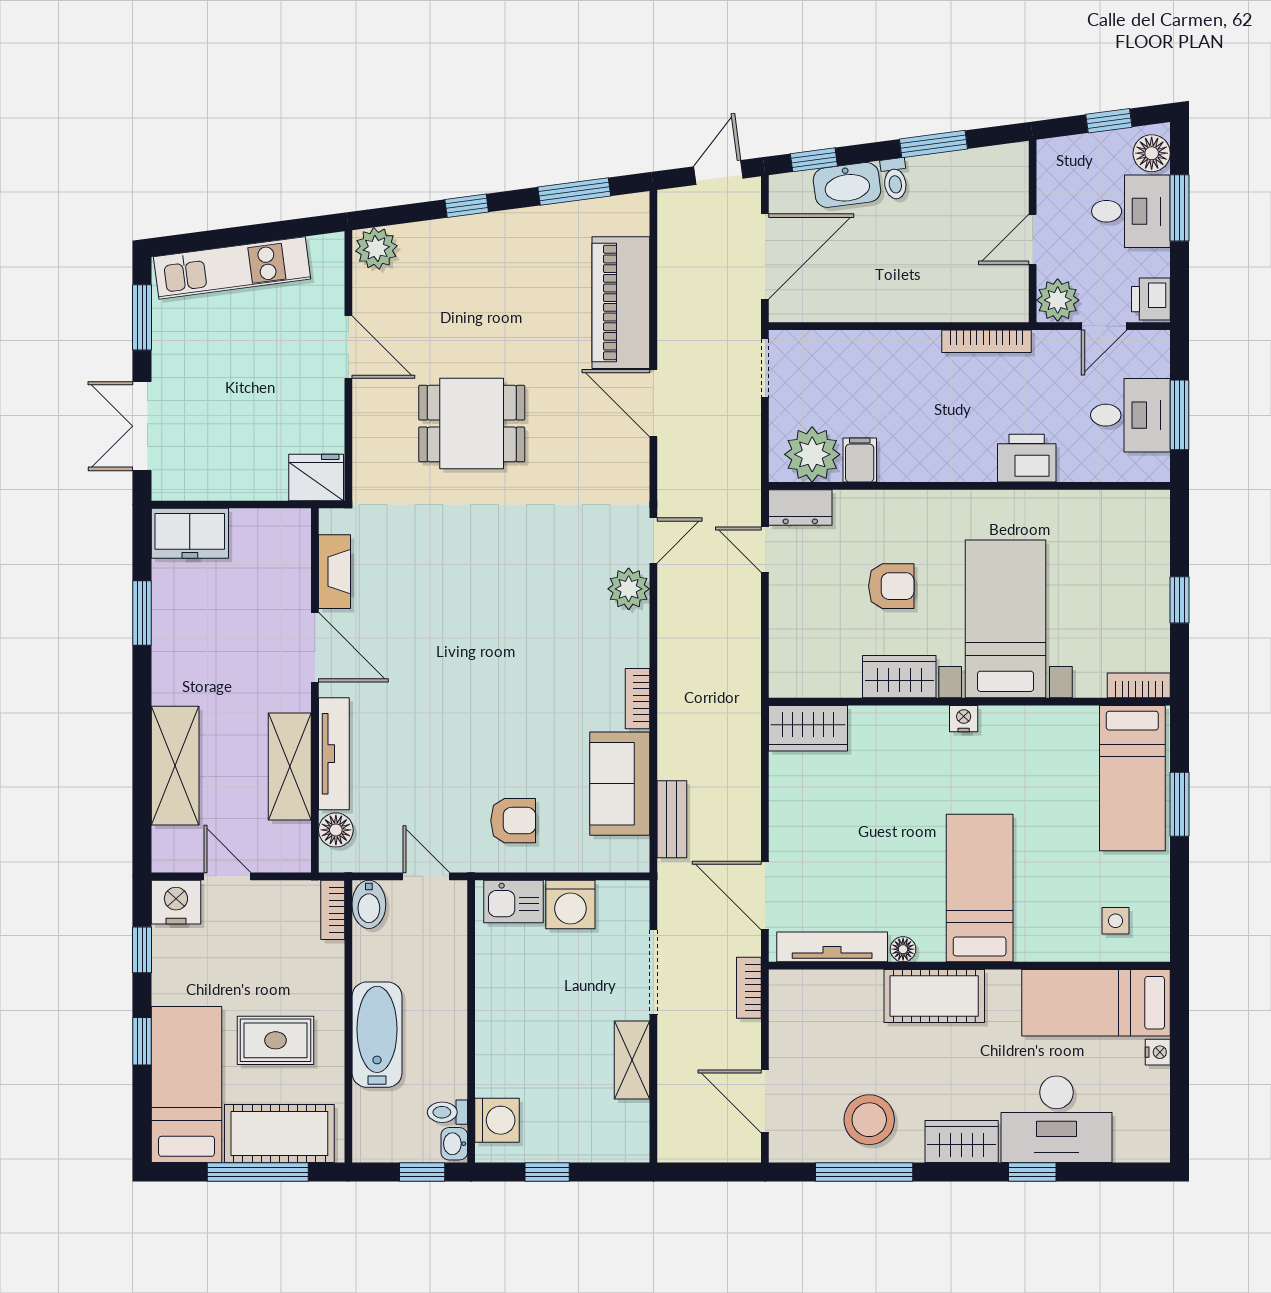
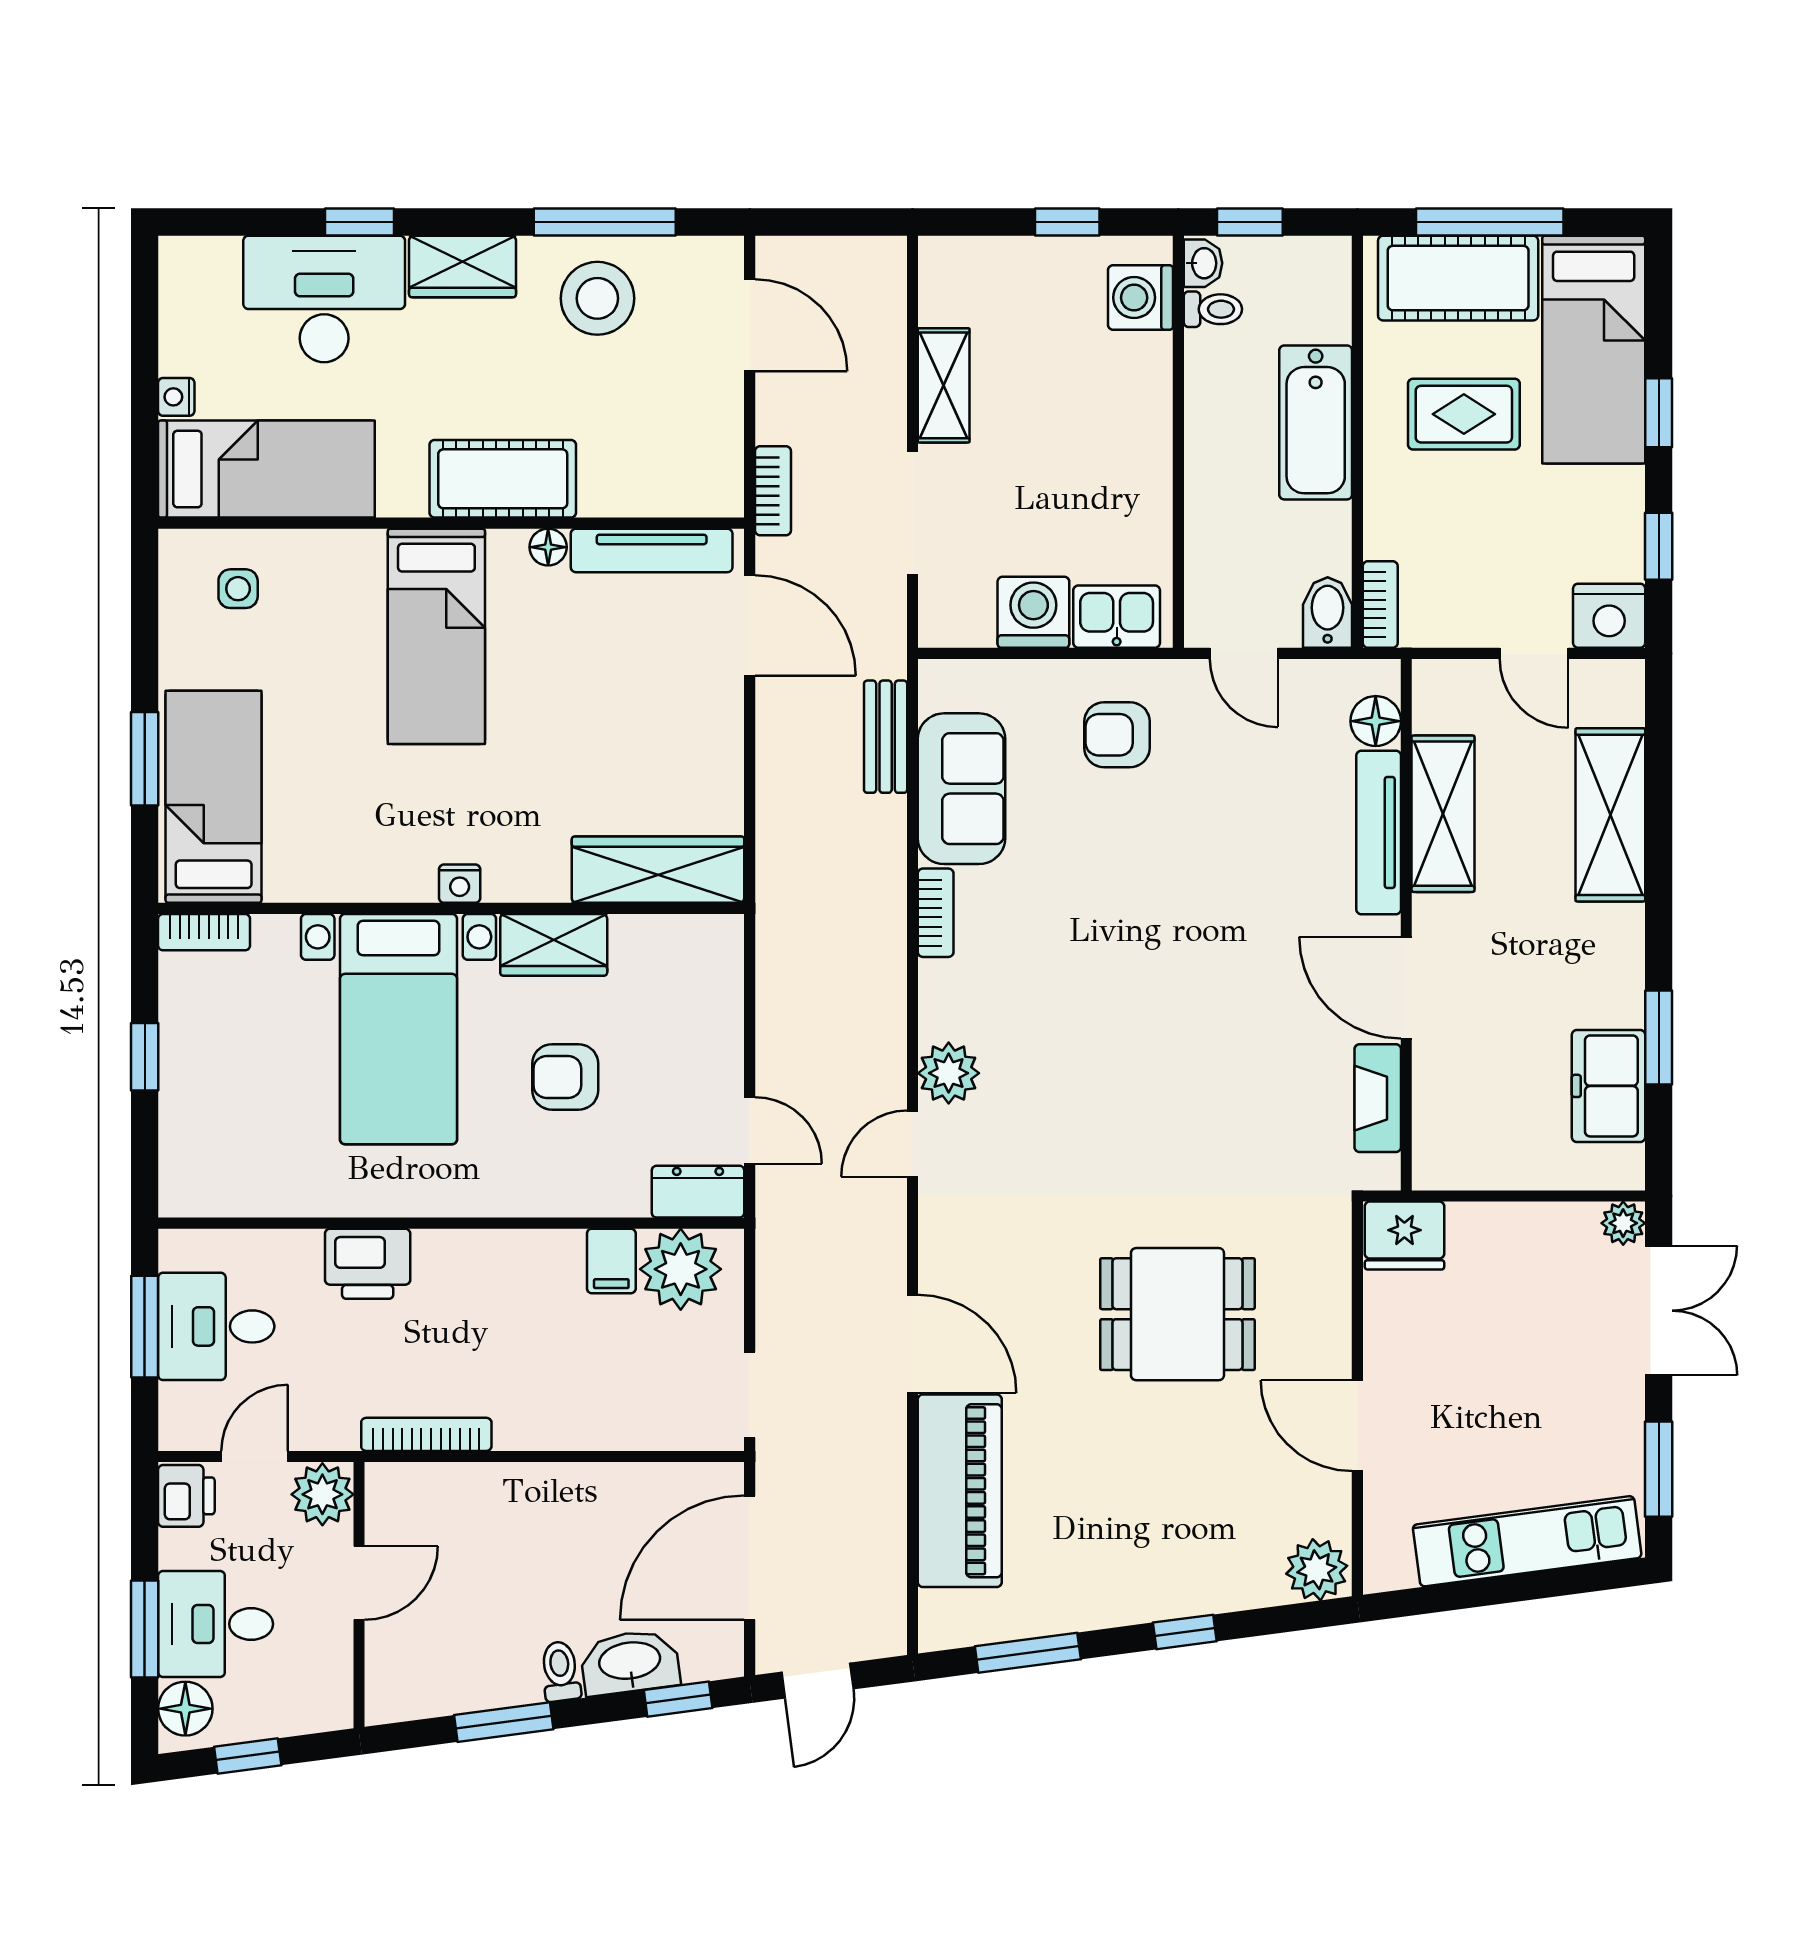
plant: (166, 486) -> (1623, 1223), added
freezer: (190, 533) -> (1608, 1086), moved, turned -90
wardrobe: (808, 728) -> (658, 870), width x1.50

